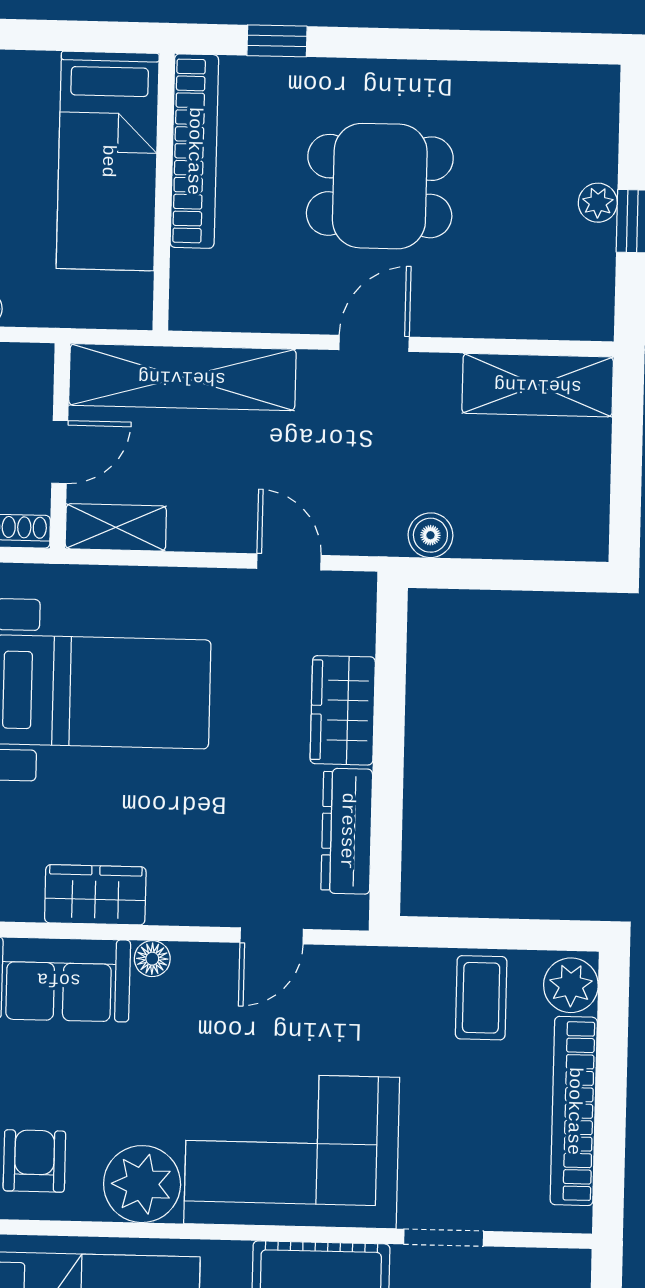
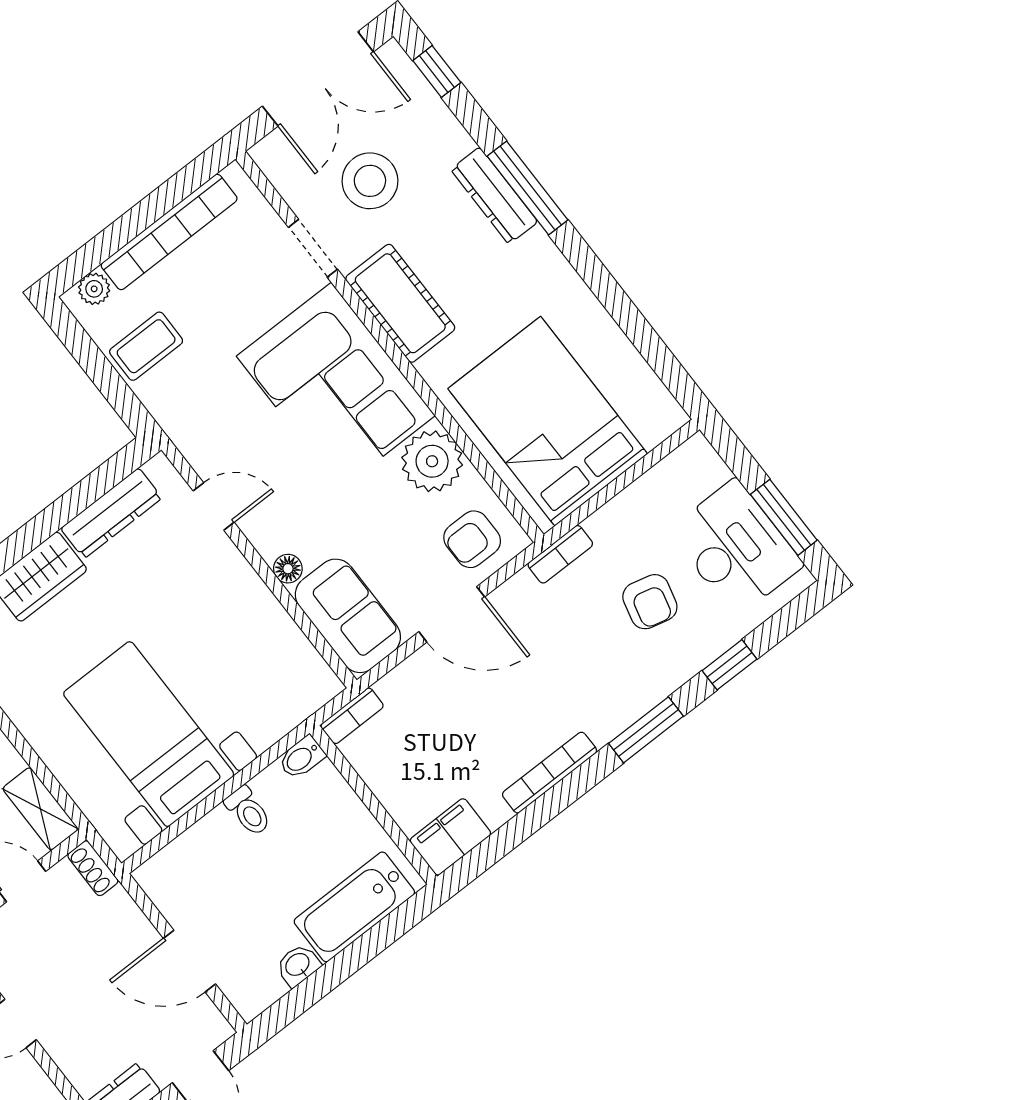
wardrobe: (95, 895) -> (277, 636), removed
plant: (571, 985) -> (94, 289), width x0.73, depth x0.73

